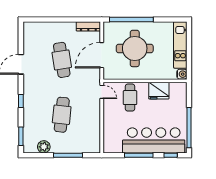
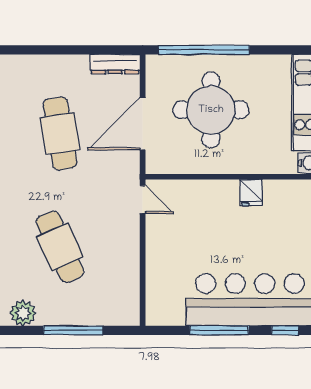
fridge: (159, 91) -> (251, 192), width x0.53, depth x0.75
cafe table: (130, 98) -> (201, 211), removed
cafe table: (62, 115) -> (60, 247), turned -30

